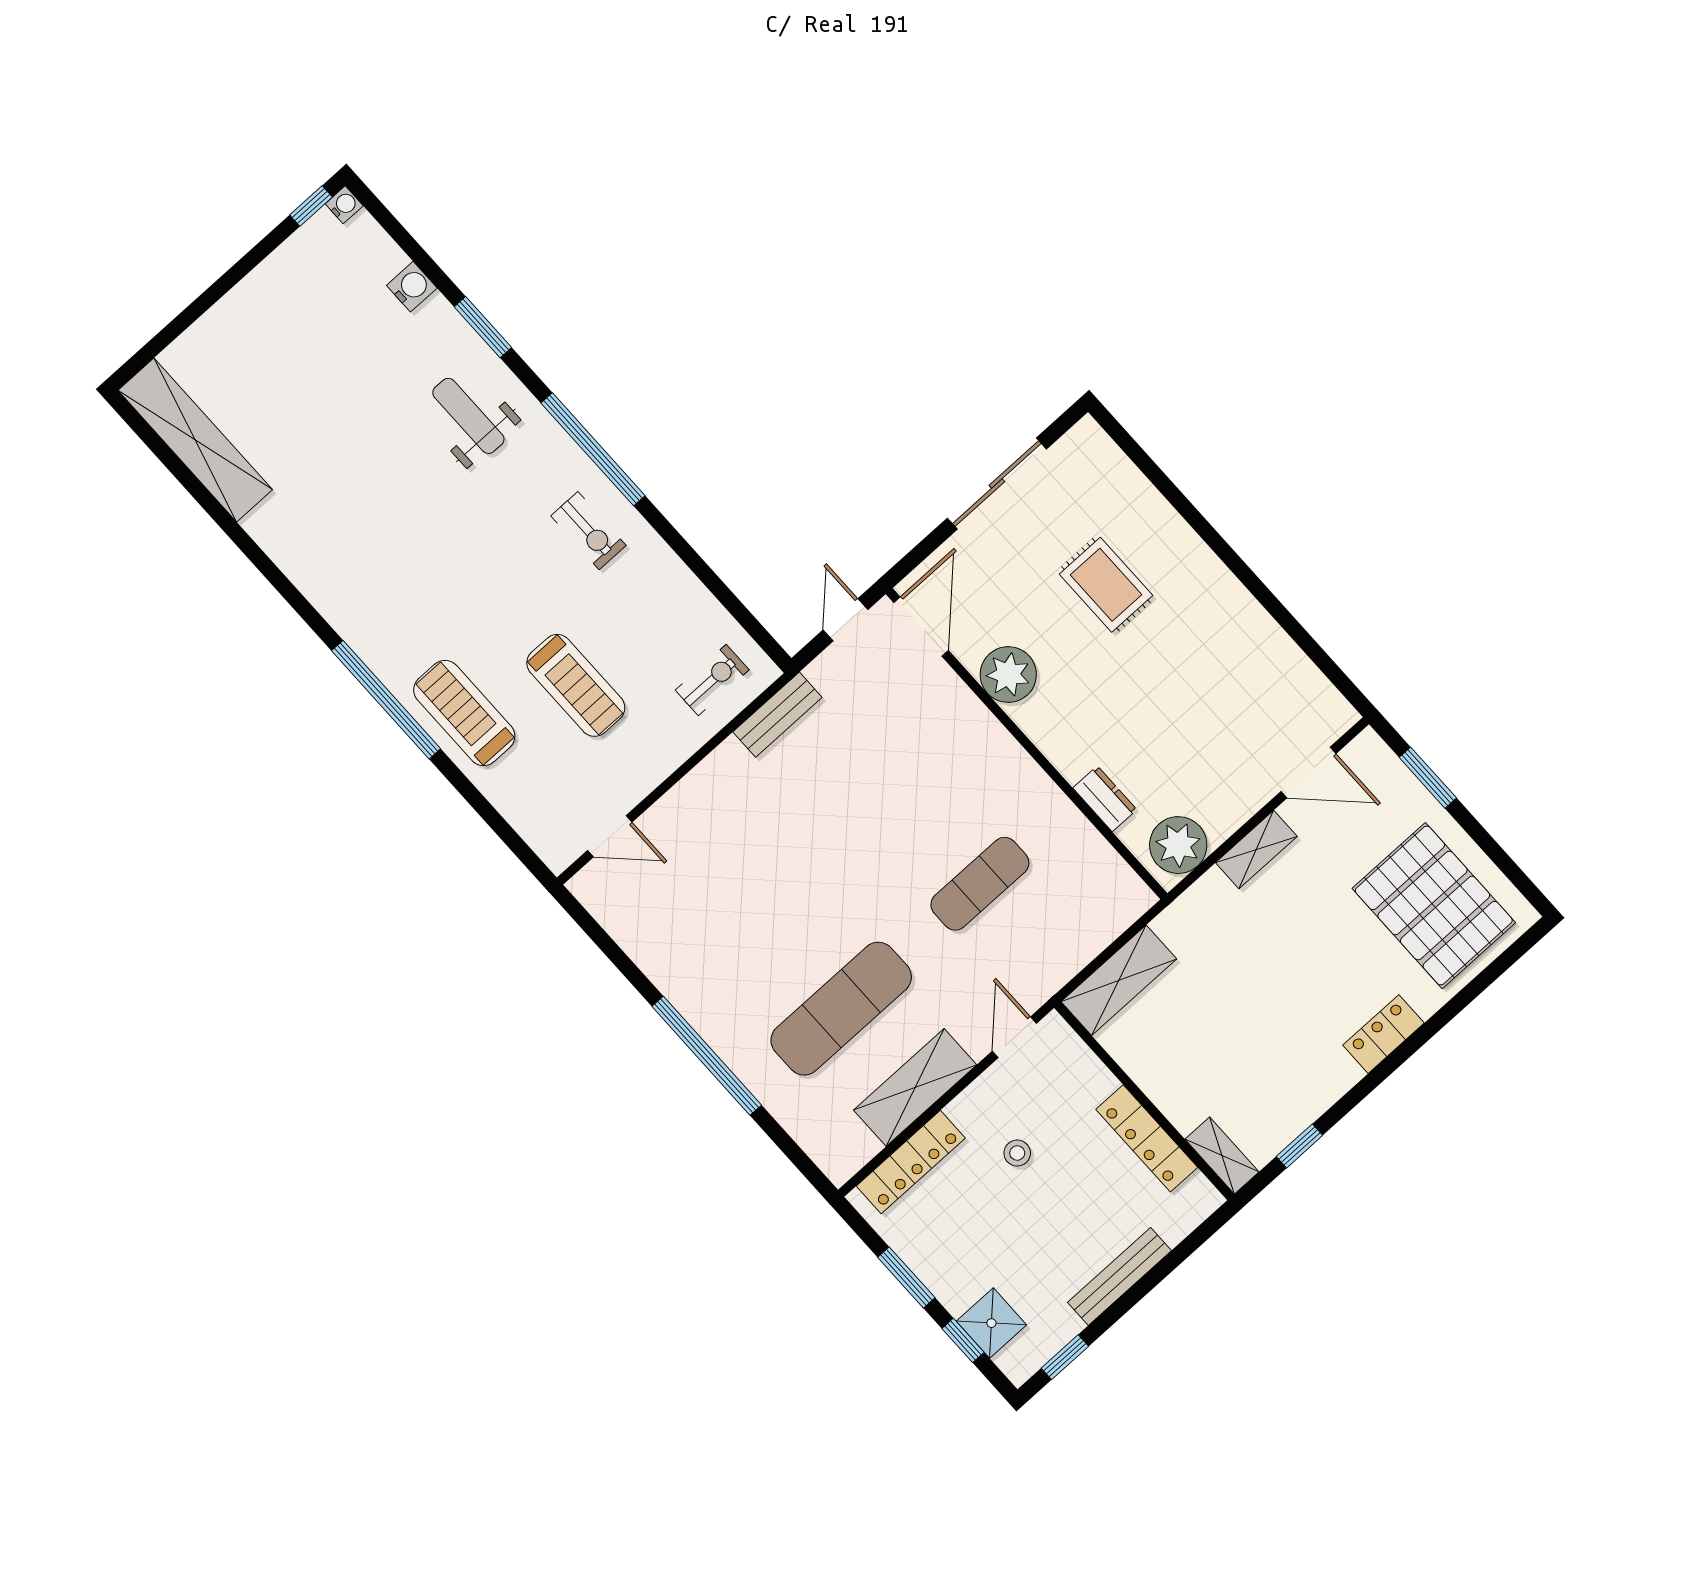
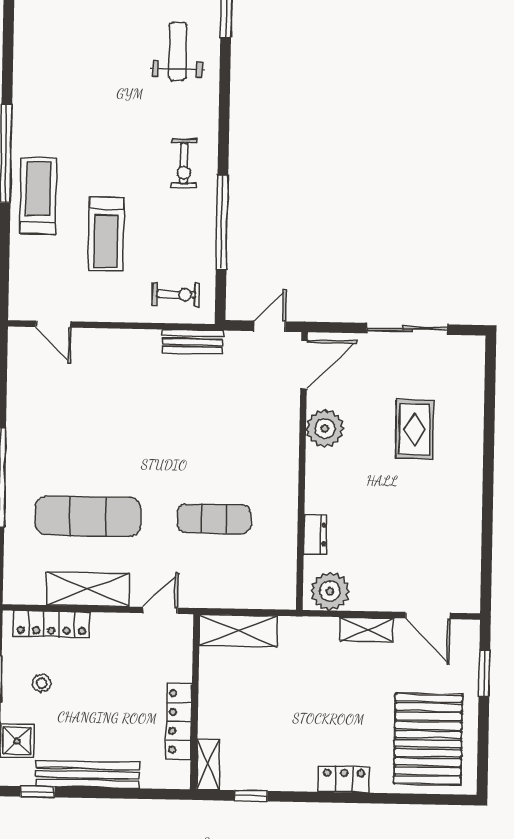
window: (593, 449) -> (222, 222), moved
stool: (1017, 1153) -> (41, 683), moved
bench: (1119, 1276) -> (88, 775), width x1.37, depth x1.21

